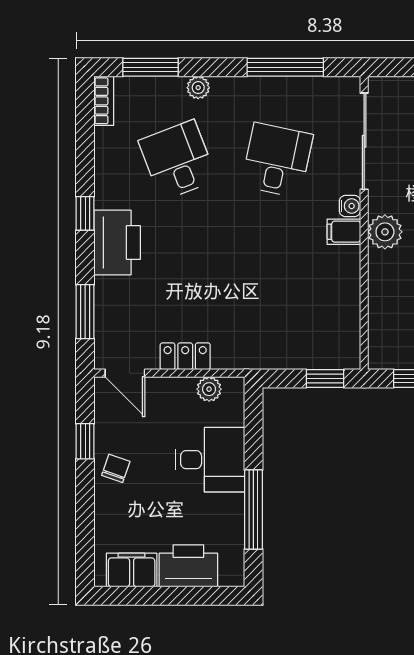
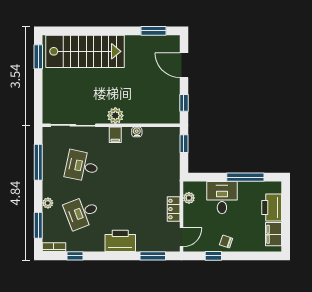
water cooler: (350, 206) -> (137, 132), moved
window: (85, 213) -> (75, 256), moved

